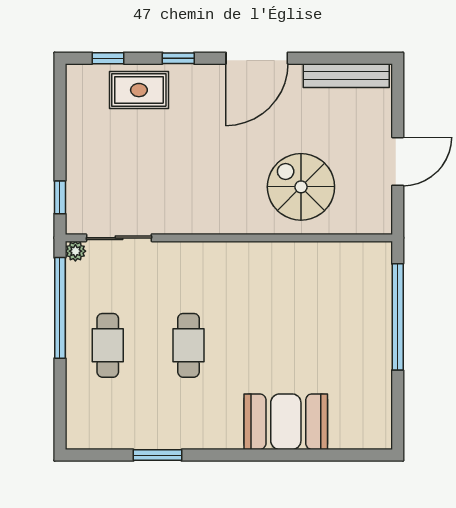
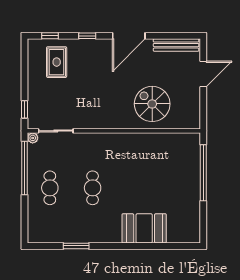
rug: (139, 90) -> (57, 62), moved, turned 90
door: (398, 161) -> (203, 74), moved

